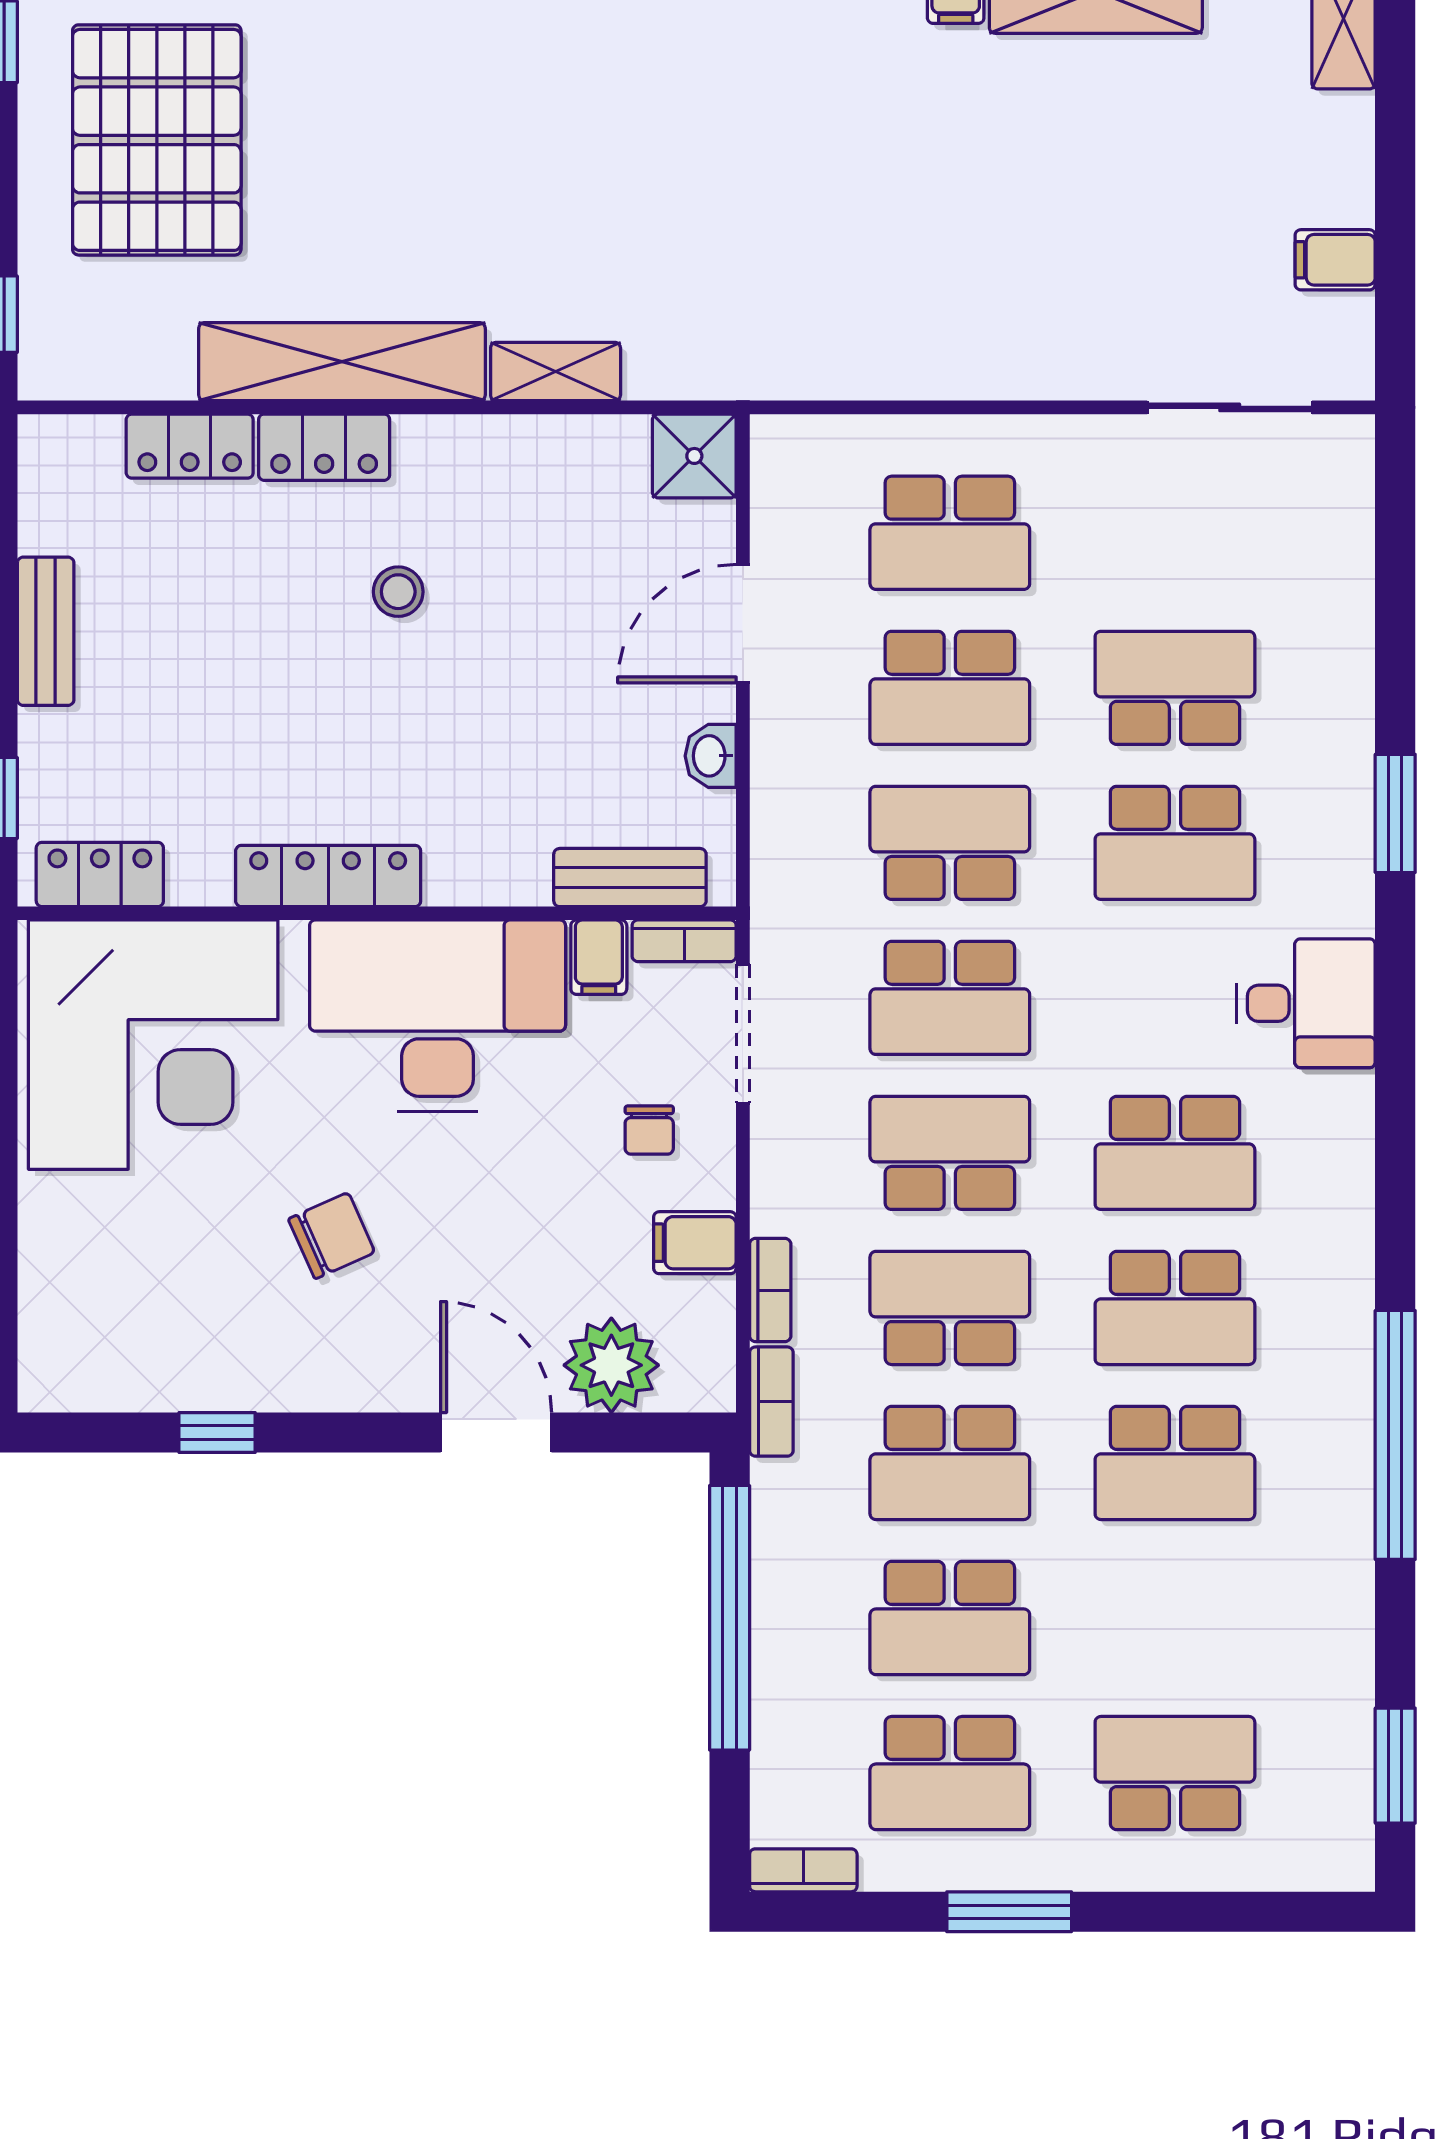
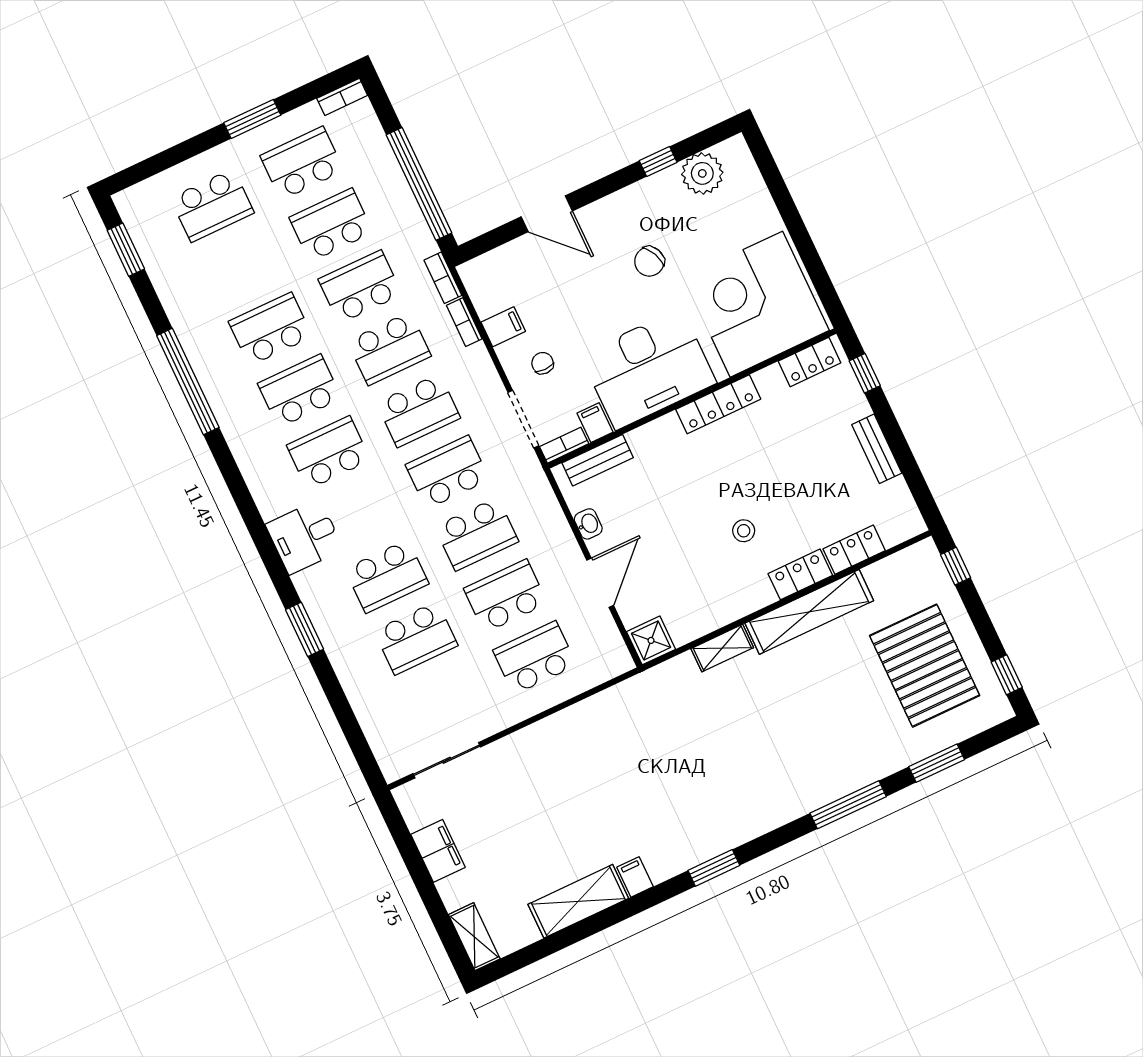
filing cabinet: (1335, 260) -> (438, 851), width x2.00
school desk: (1175, 843) -> (387, 576), turned 180
plant: (611, 1365) -> (702, 173), moved

